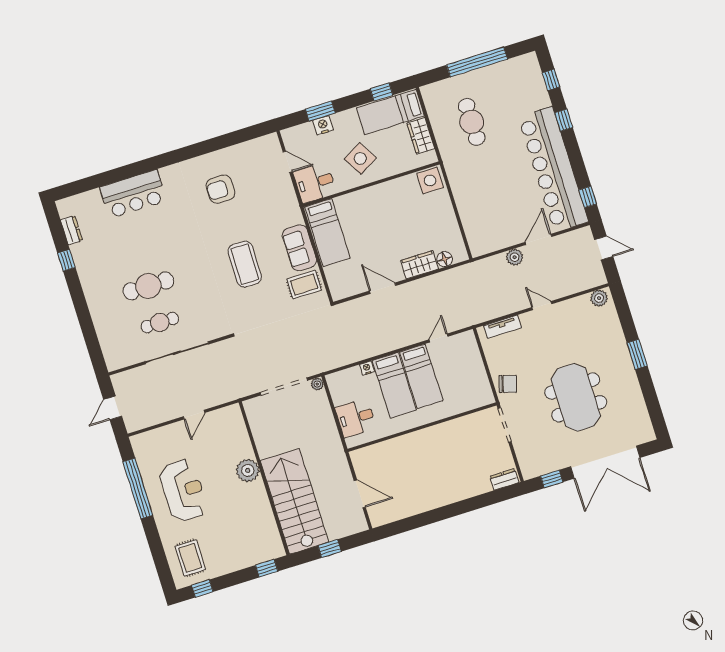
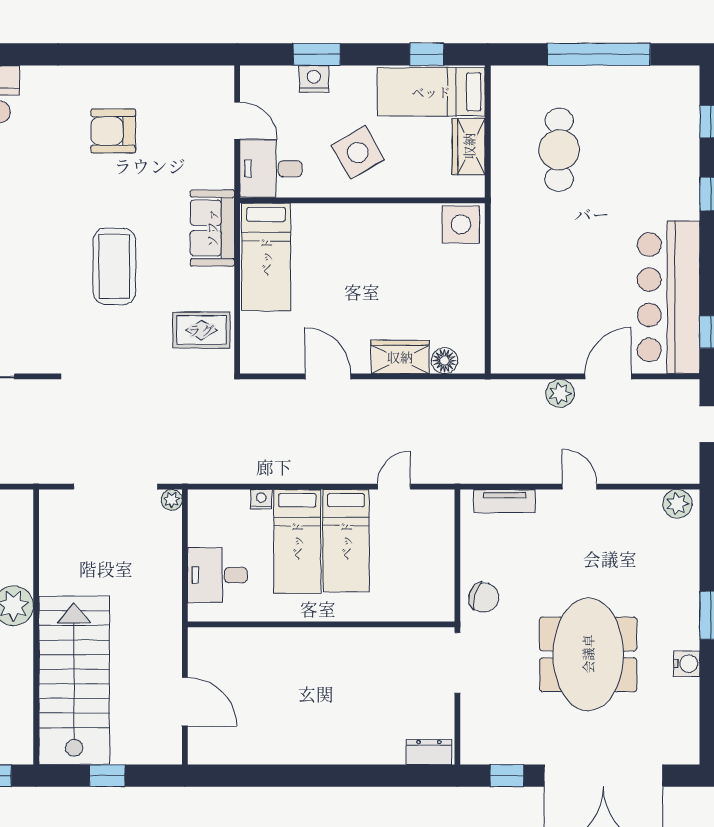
bar counter: (553, 169) -> (669, 297), width x0.73
sofa: (299, 248) -> (212, 228), moved
water cooler: (632, 385) -> (687, 664), added

